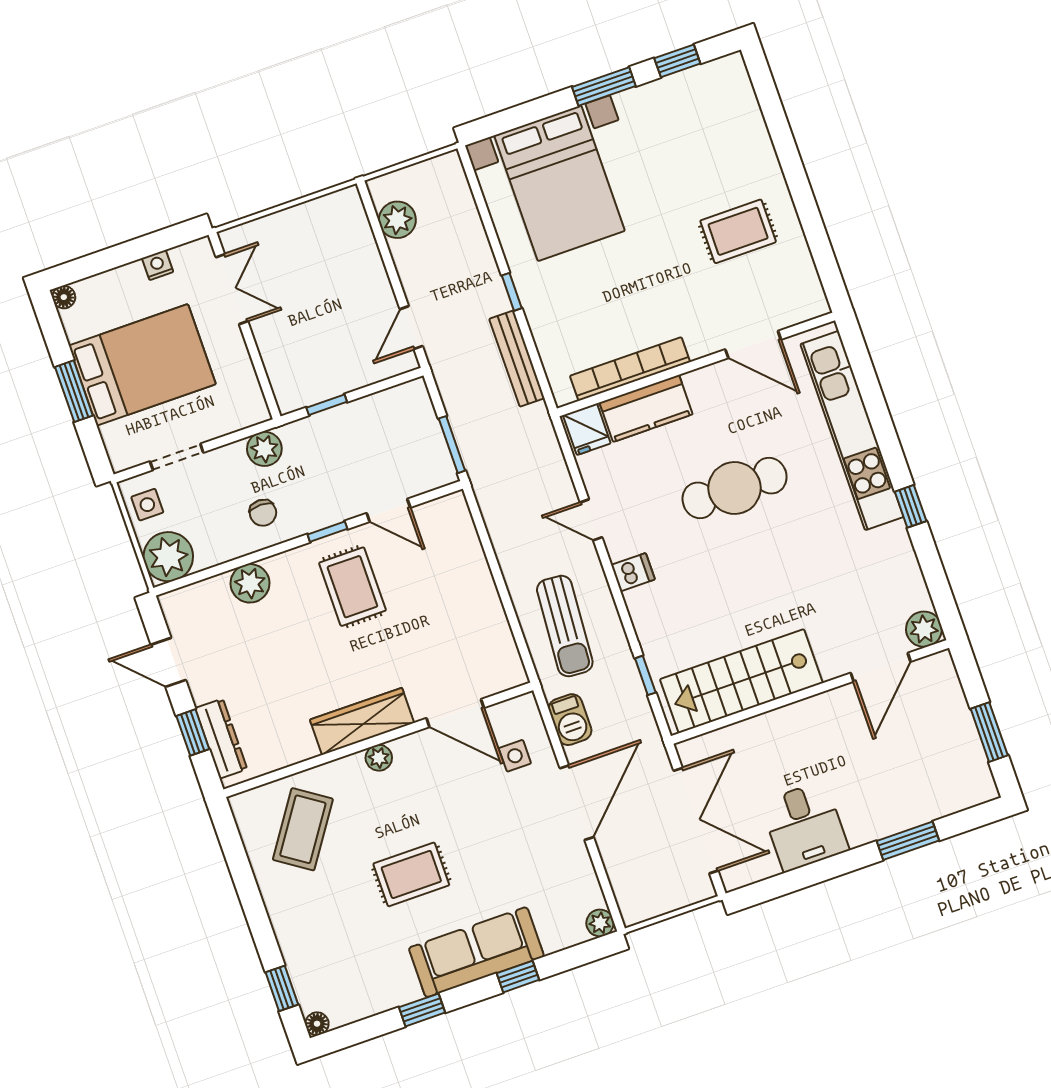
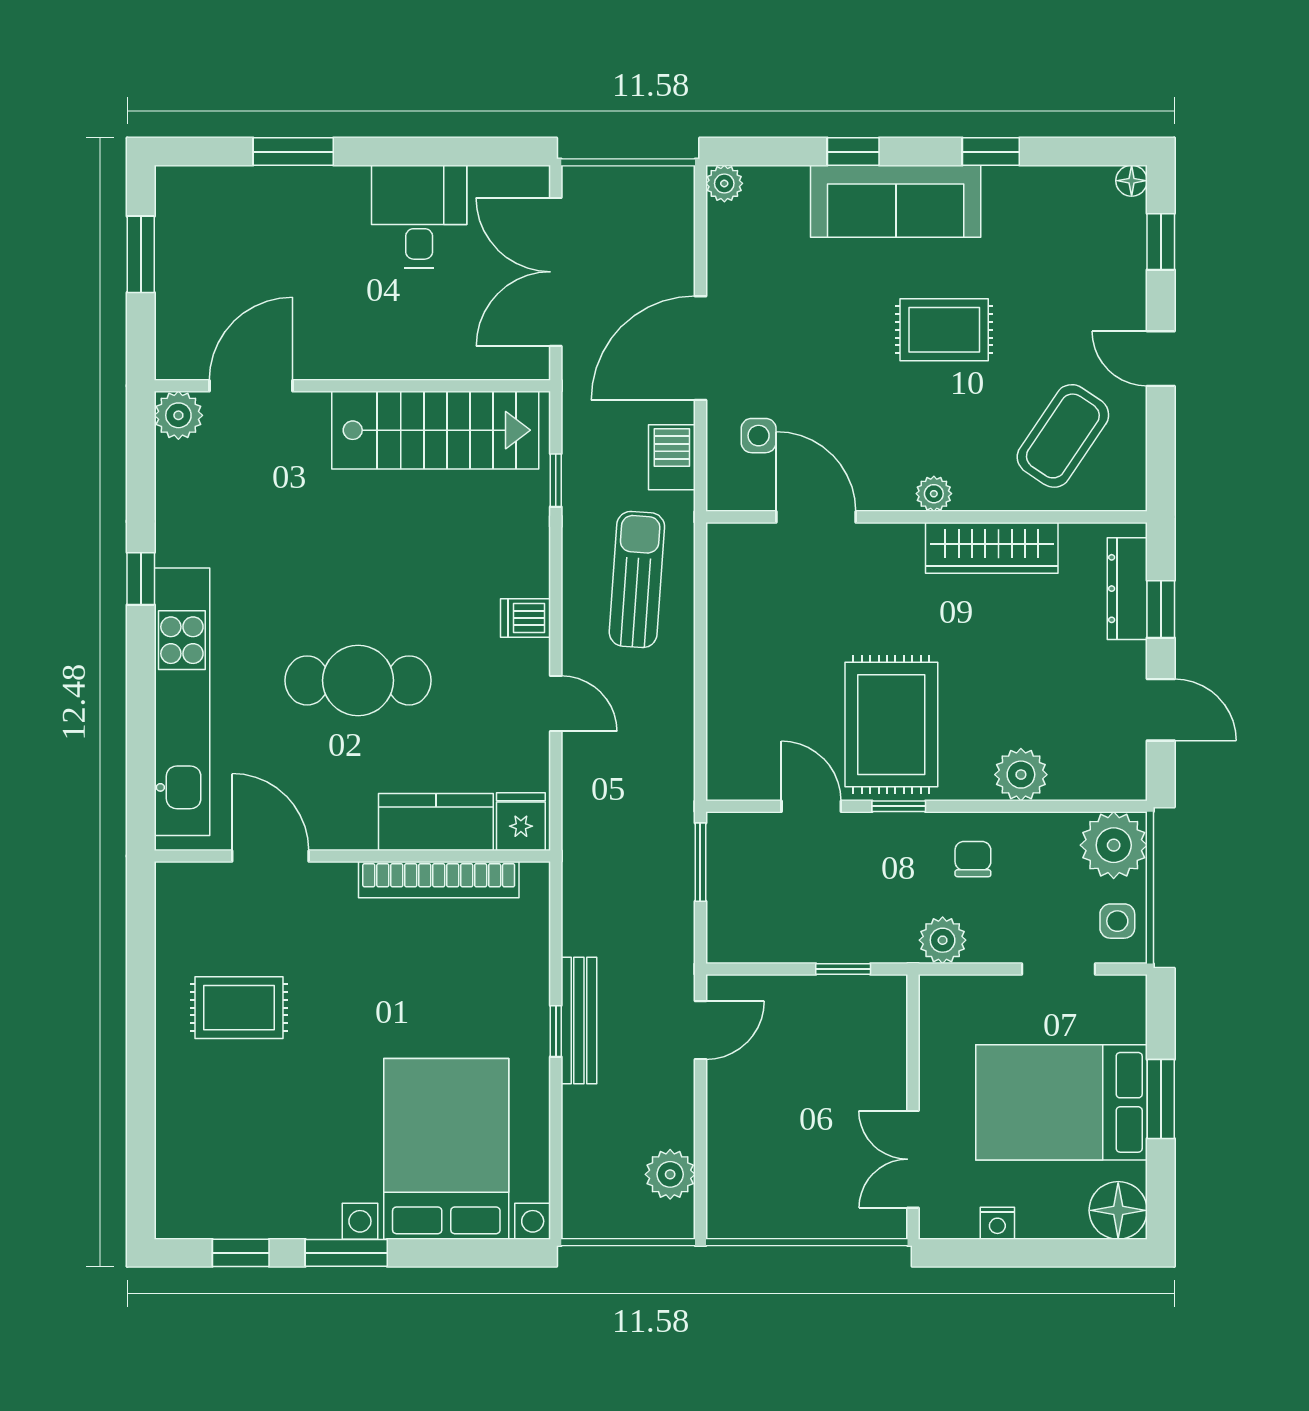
floor lamp: (64, 297) -> (1118, 1210), width x1.89, depth x1.89
bench: (517, 359) -> (579, 1021), moved
rug: (352, 587) -> (891, 725), width x1.36, depth x1.43
wardrobe: (362, 721) -> (992, 548), moved
door: (254, 907) -> (1161, 359), added

